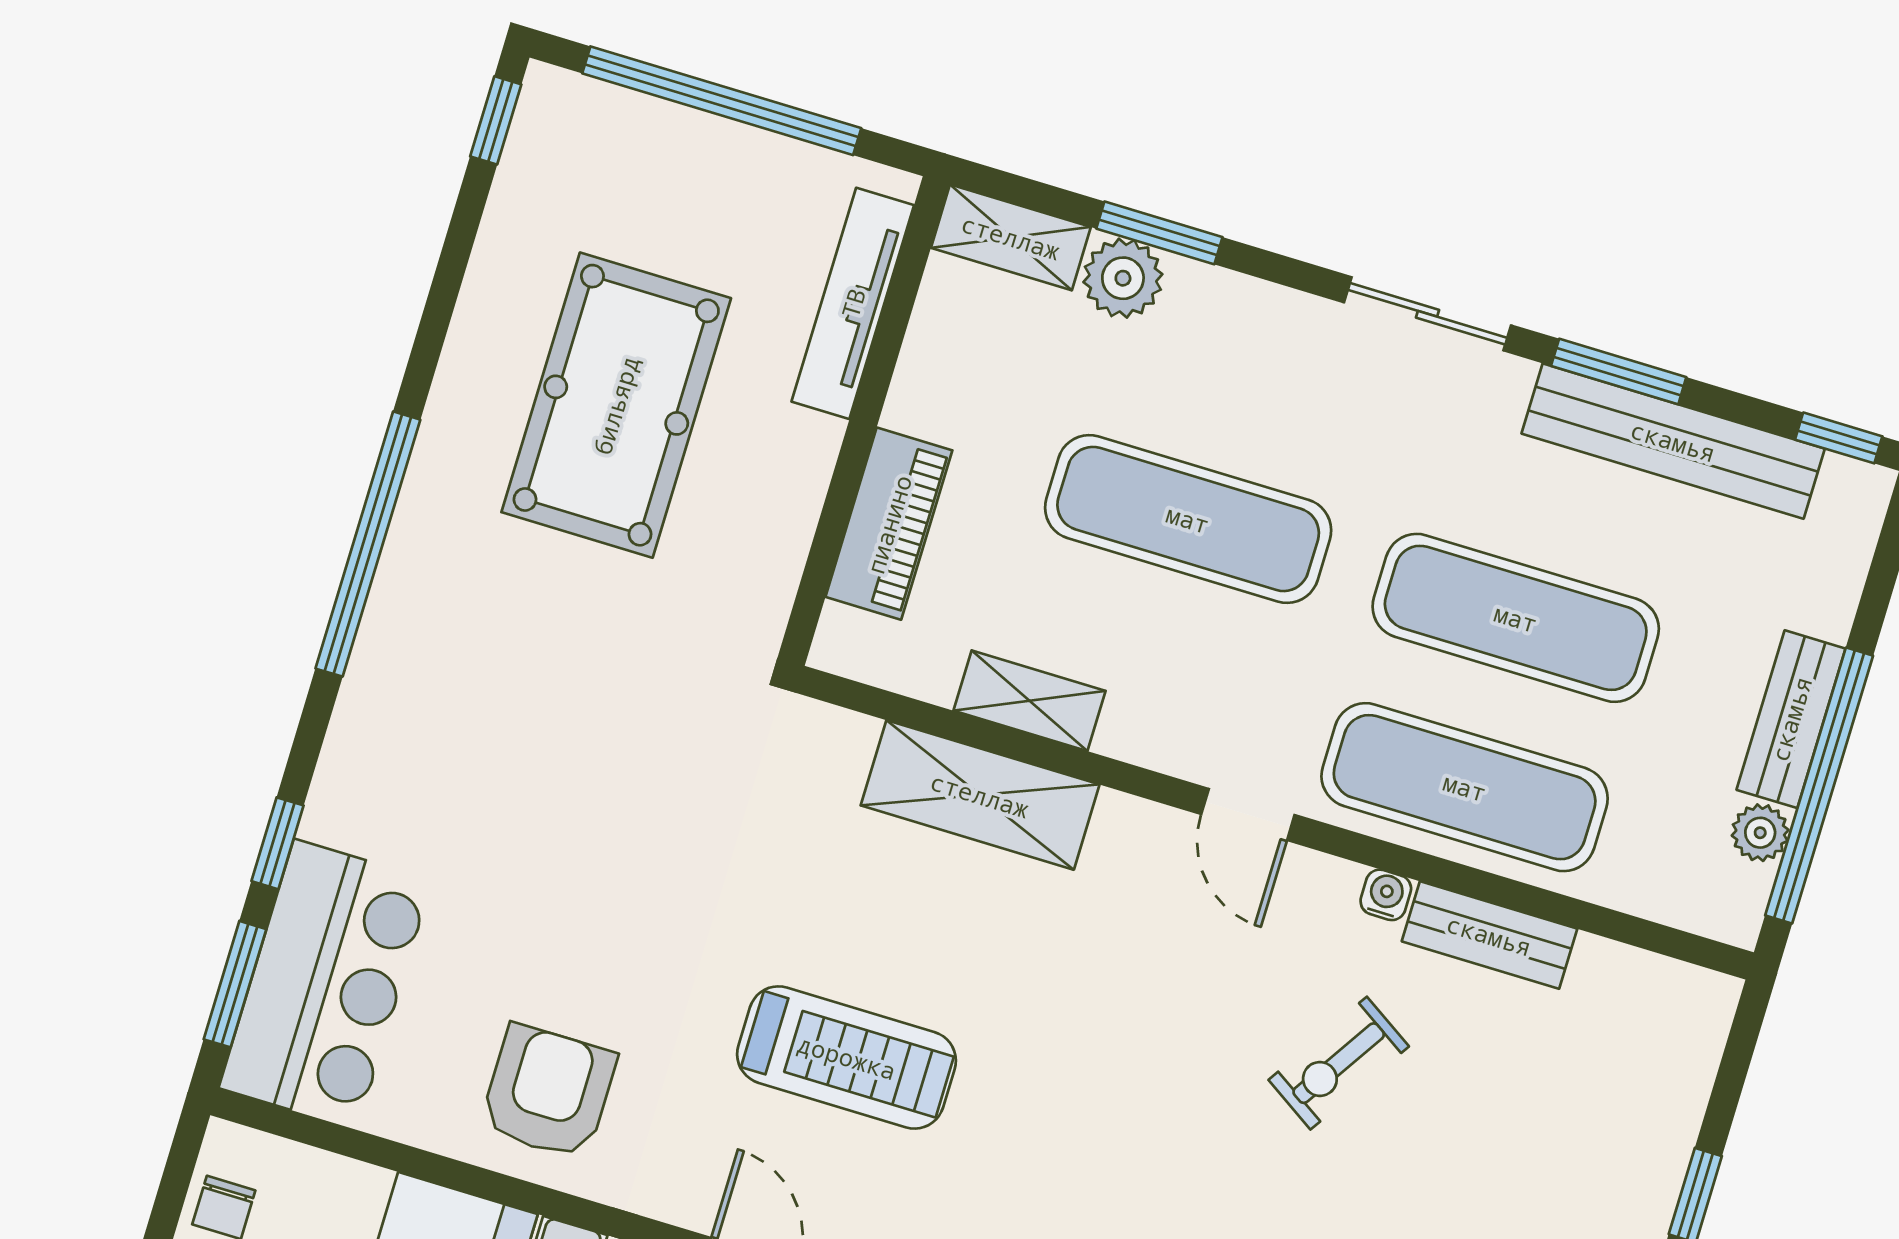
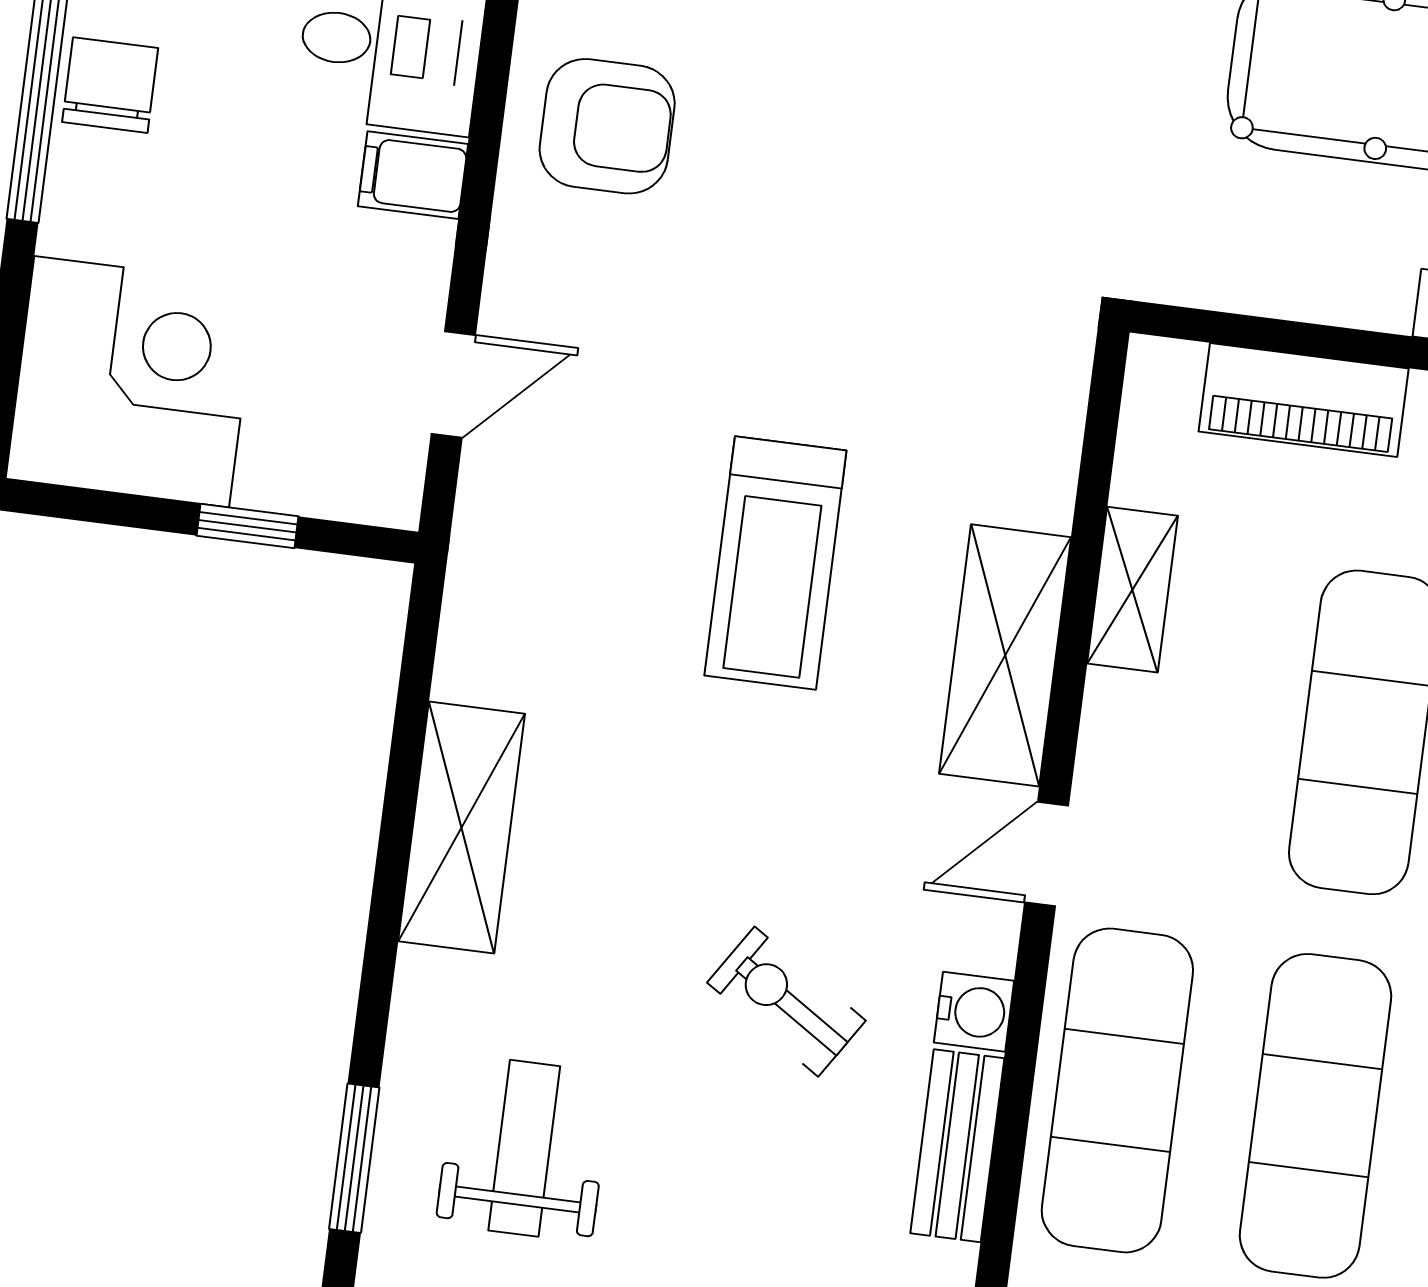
shelving: (980, 795) -> (1005, 655), moved
water cooler: (1386, 895) -> (974, 1012), width x1.38, depth x1.38
treadmill: (847, 1057) -> (775, 563), moved

